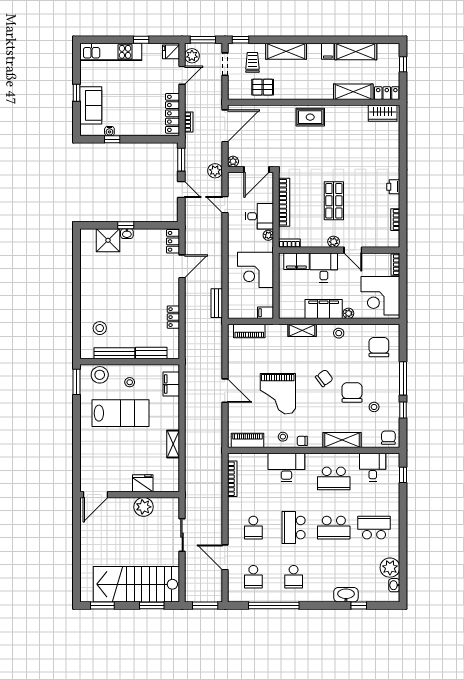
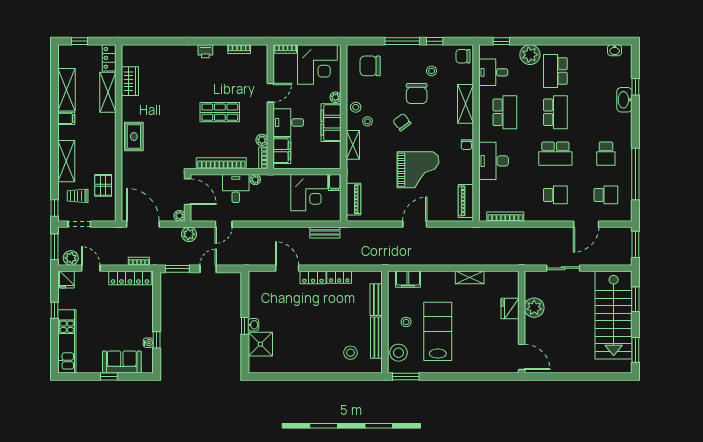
wardrobe: (383, 113) -> (130, 81), moved
locker: (173, 241) -> (313, 277), moved
plant: (334, 242) -> (262, 140), moved
corner desk: (256, 270) -> (309, 193), moved
chair: (352, 392) -> (417, 94), turned -90
stool: (283, 437) -> (367, 121), moved
plant: (390, 568) -> (530, 55), moved
school desk: (294, 577) -> (606, 154), turned 90

